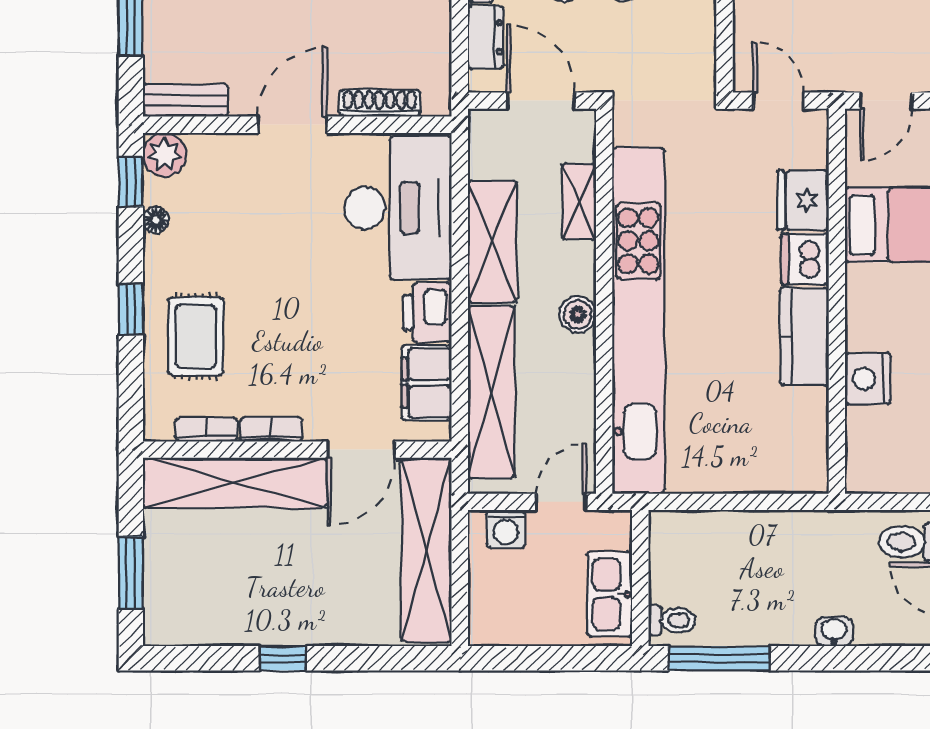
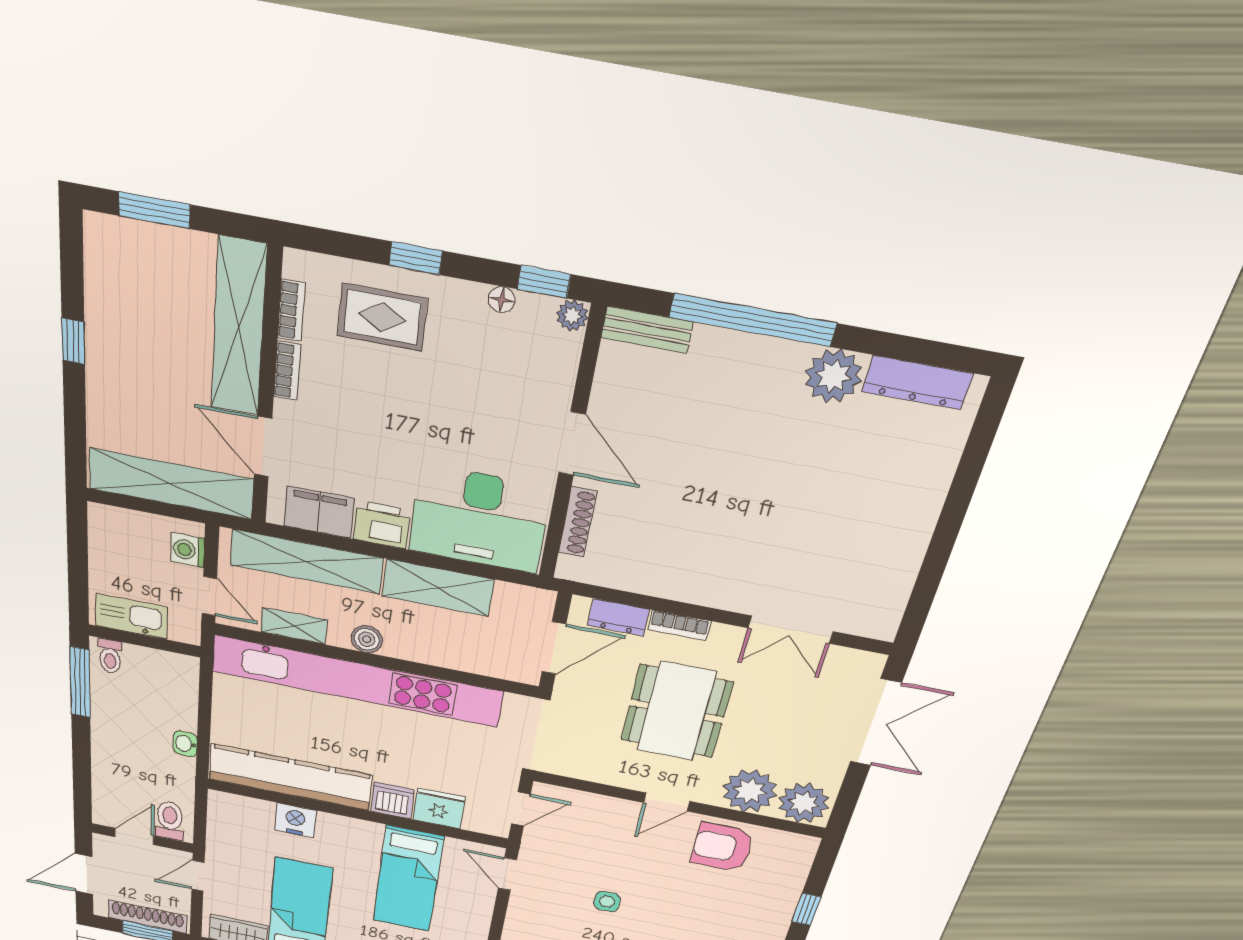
bench: (186, 100) -> (647, 330), moved, turned 90
plant: (165, 155) -> (572, 316), width x0.73, depth x0.73
shelving: (579, 202) -> (294, 626), moved
kitchen counter: (804, 336) -> (290, 777), width x2.08, depth x1.17
washbasin: (834, 631) -> (185, 744), moved, turned 180

